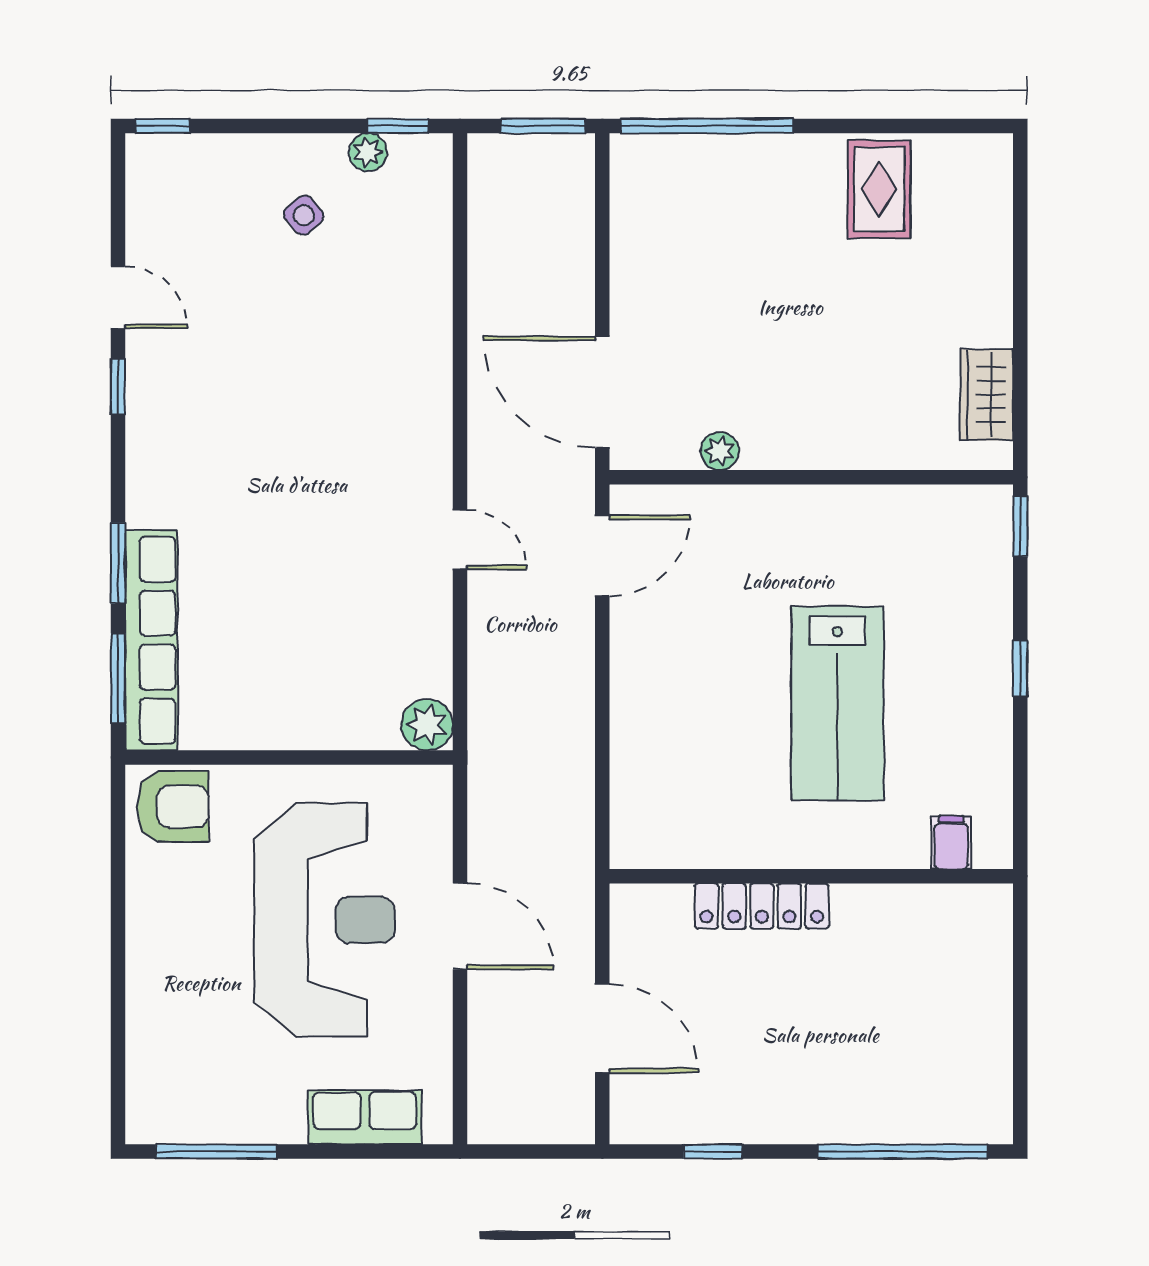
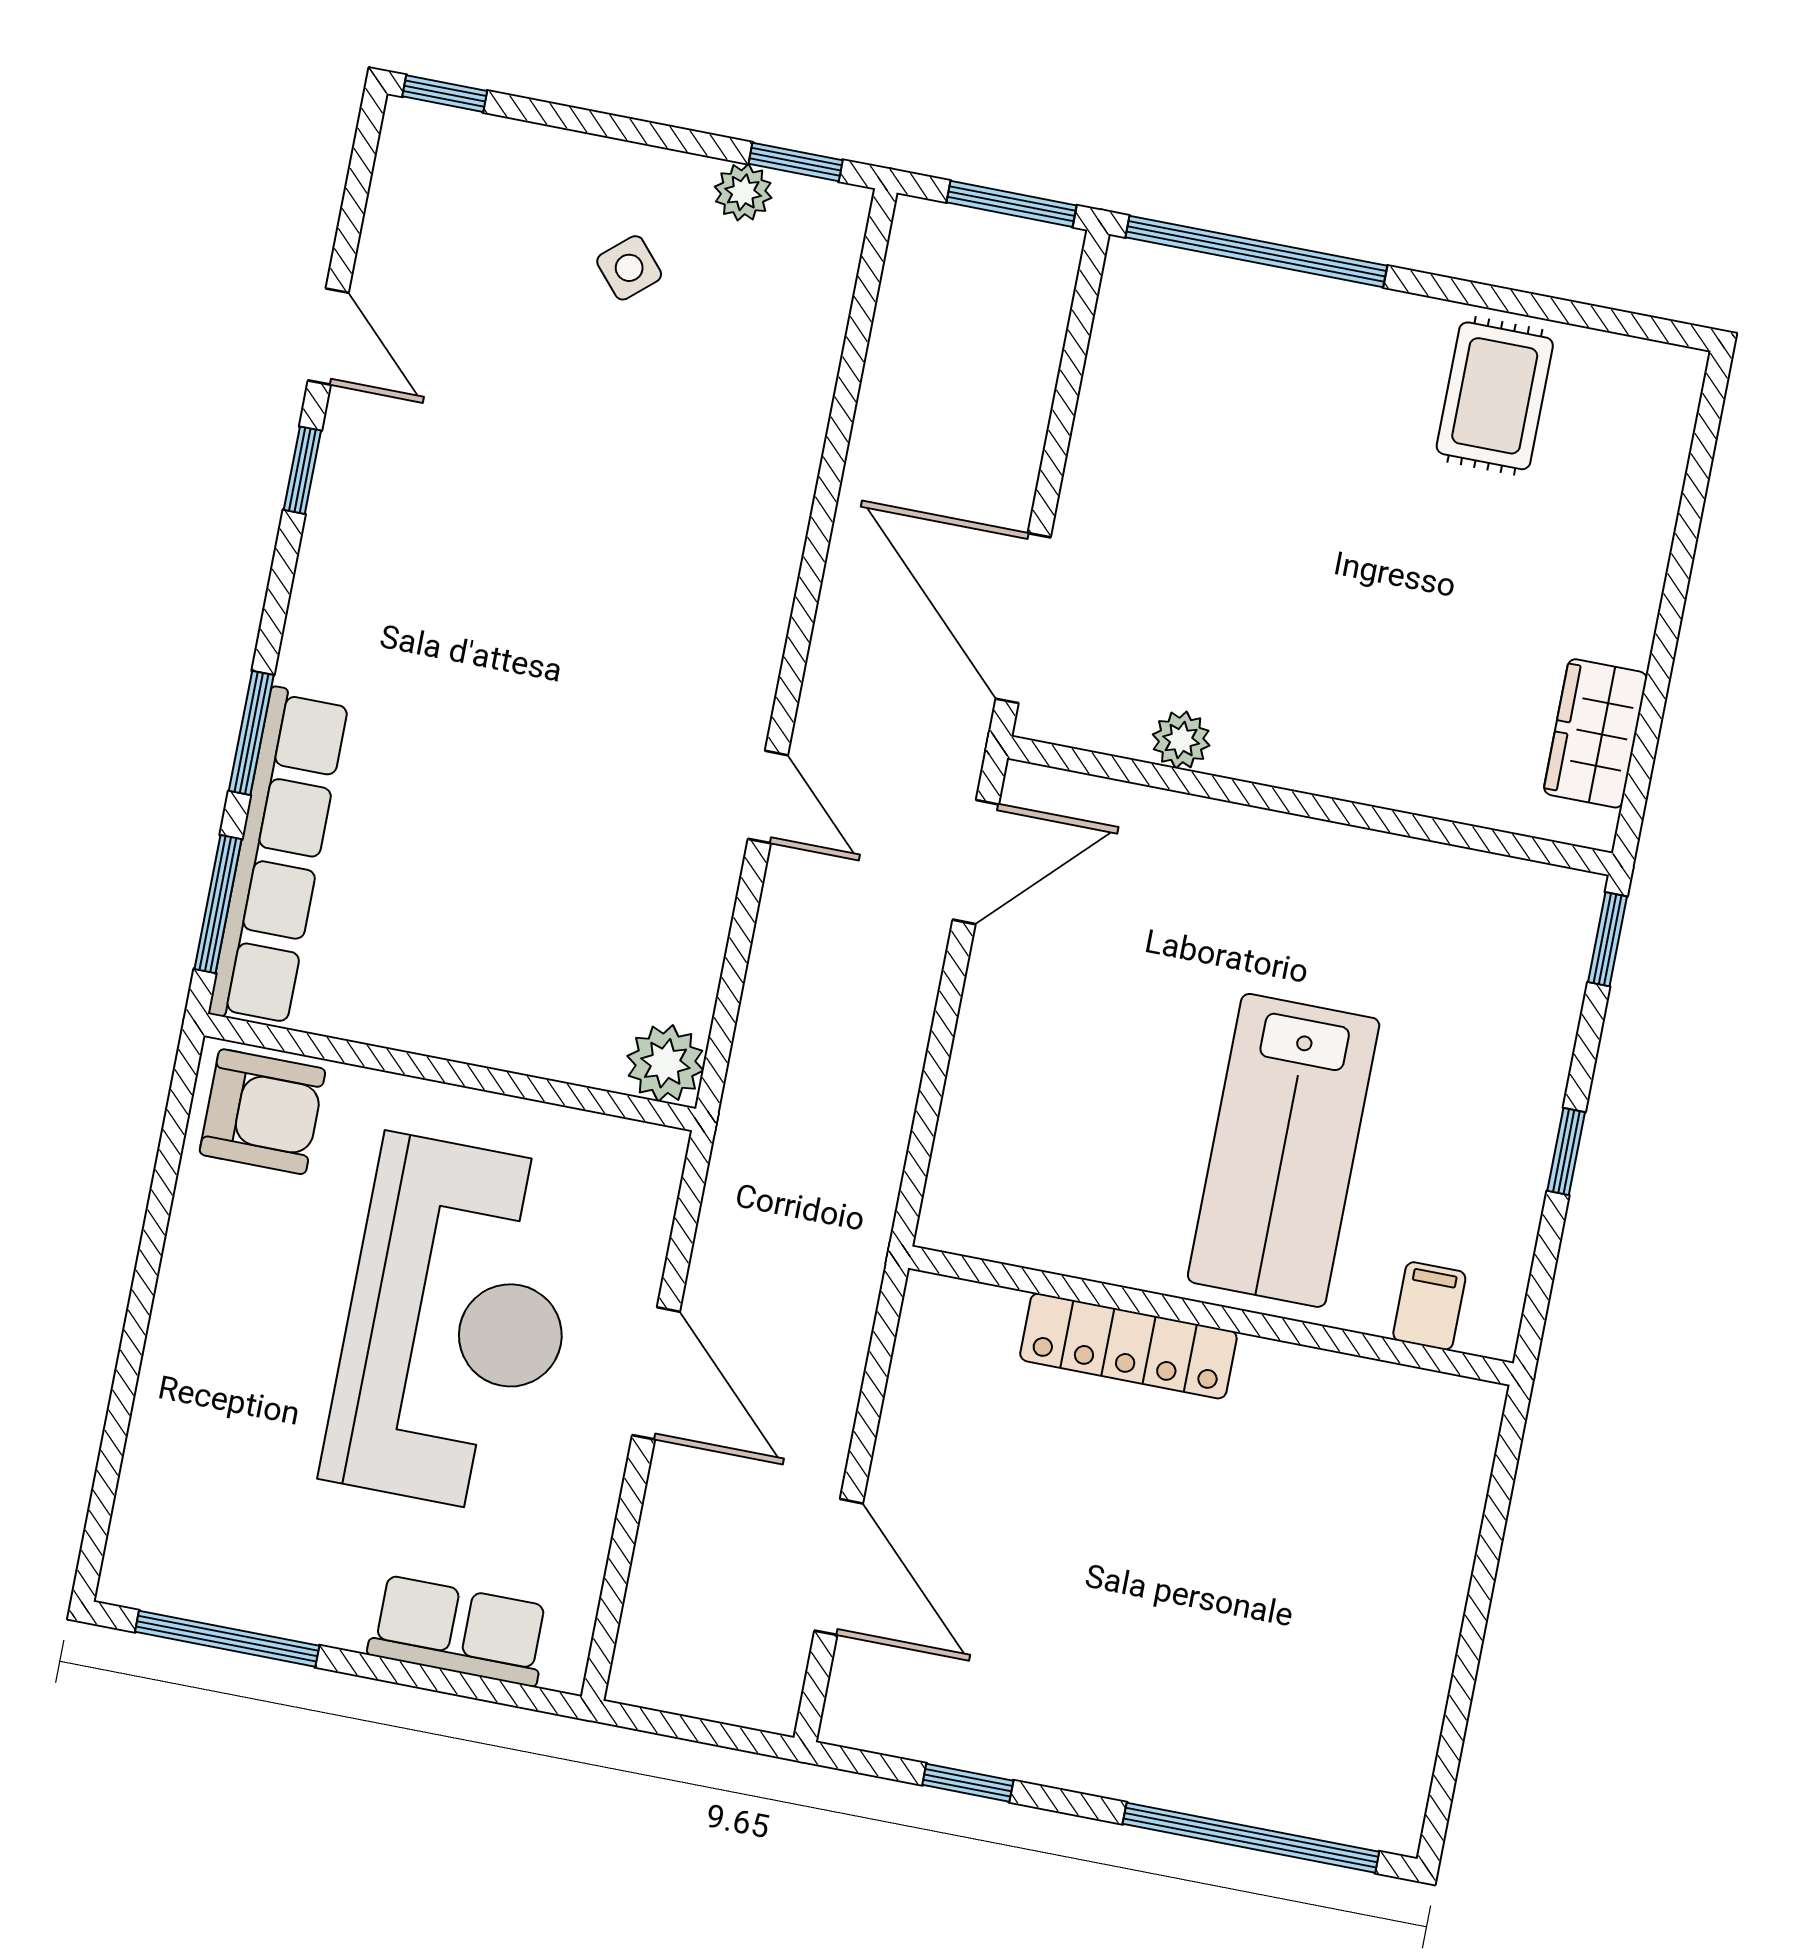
filing cabinet: (951, 843) -> (1429, 1306), moved
wall: (811, 876) -> (1211, 1316), moved
locker: (762, 906) -> (1128, 1346), moved

